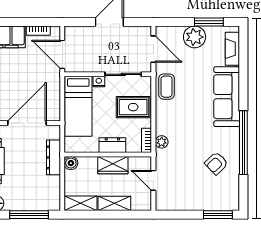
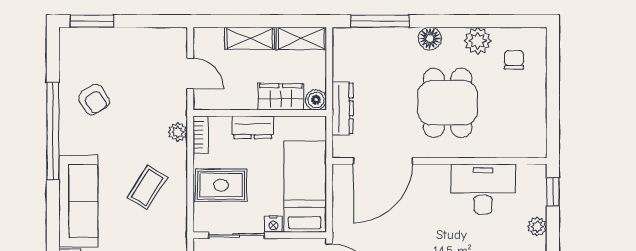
coffee table: (167, 87) -> (147, 187), moved, turned 32
armchair: (216, 163) -> (94, 100), turned 101
wardrobe: (113, 165) -> (281, 97), moved

